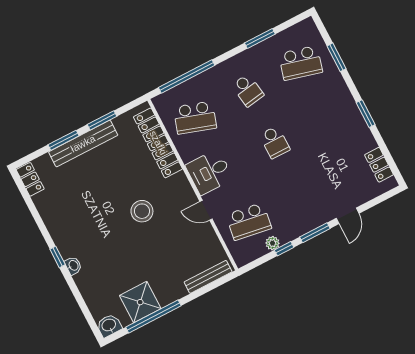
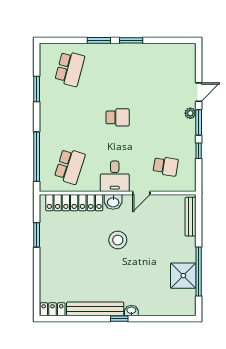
window: (336, 57) -> (99, 40), moved
school desk: (248, 90) -> (70, 117), removed
window: (64, 140) -> (37, 270), removed
bench: (83, 144) -> (95, 309), moved, turned 90
locker: (379, 165) -> (173, 50), removed
door: (348, 216) -> (199, 92), hinge flipped
school desk: (249, 221) -> (166, 166), width x0.54
plant: (272, 243) -> (190, 113), moved
washbasin: (109, 325) -> (113, 202), moved, turned -90

